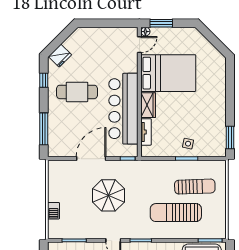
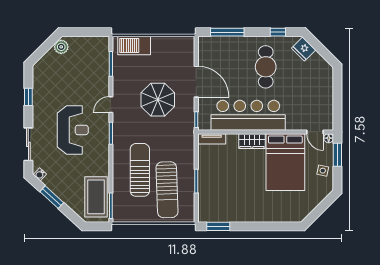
tv unit: (146, 132) -> (212, 139), moved
side table: (188, 144) -> (323, 171), moved
sun lounger: (195, 187) -> (167, 190), width x1.36, depth x1.34
barbecue: (54, 211) -> (134, 46), width x1.88, depth x1.53

